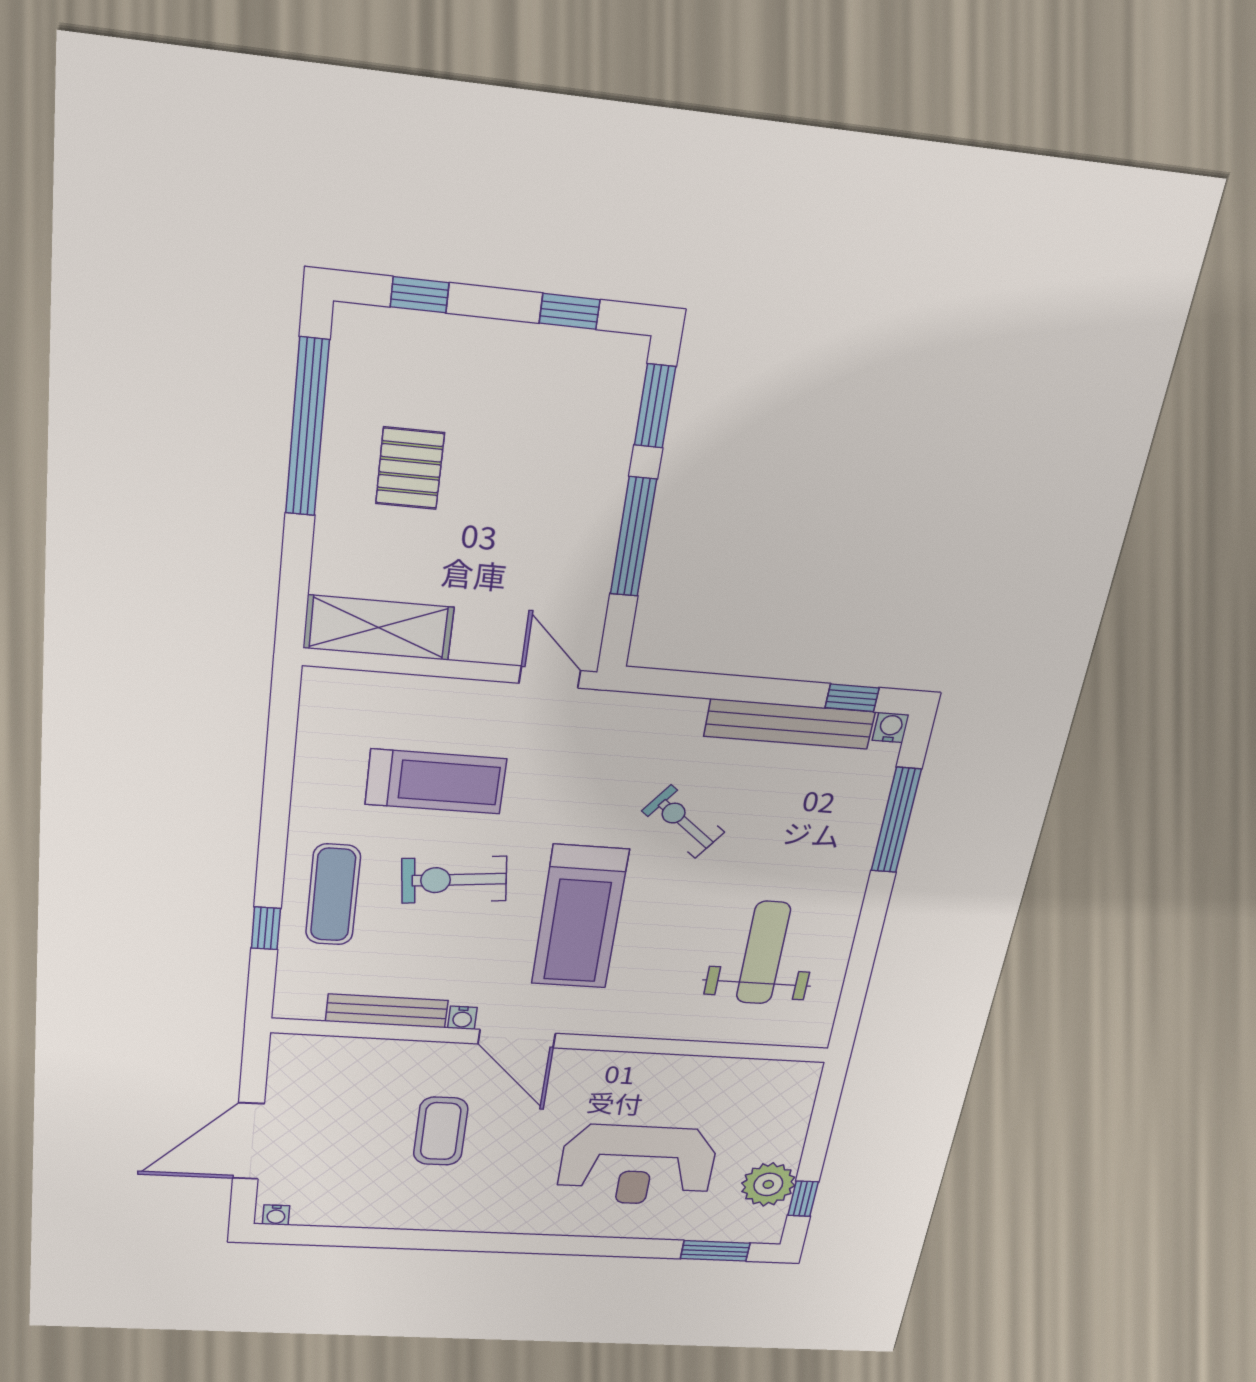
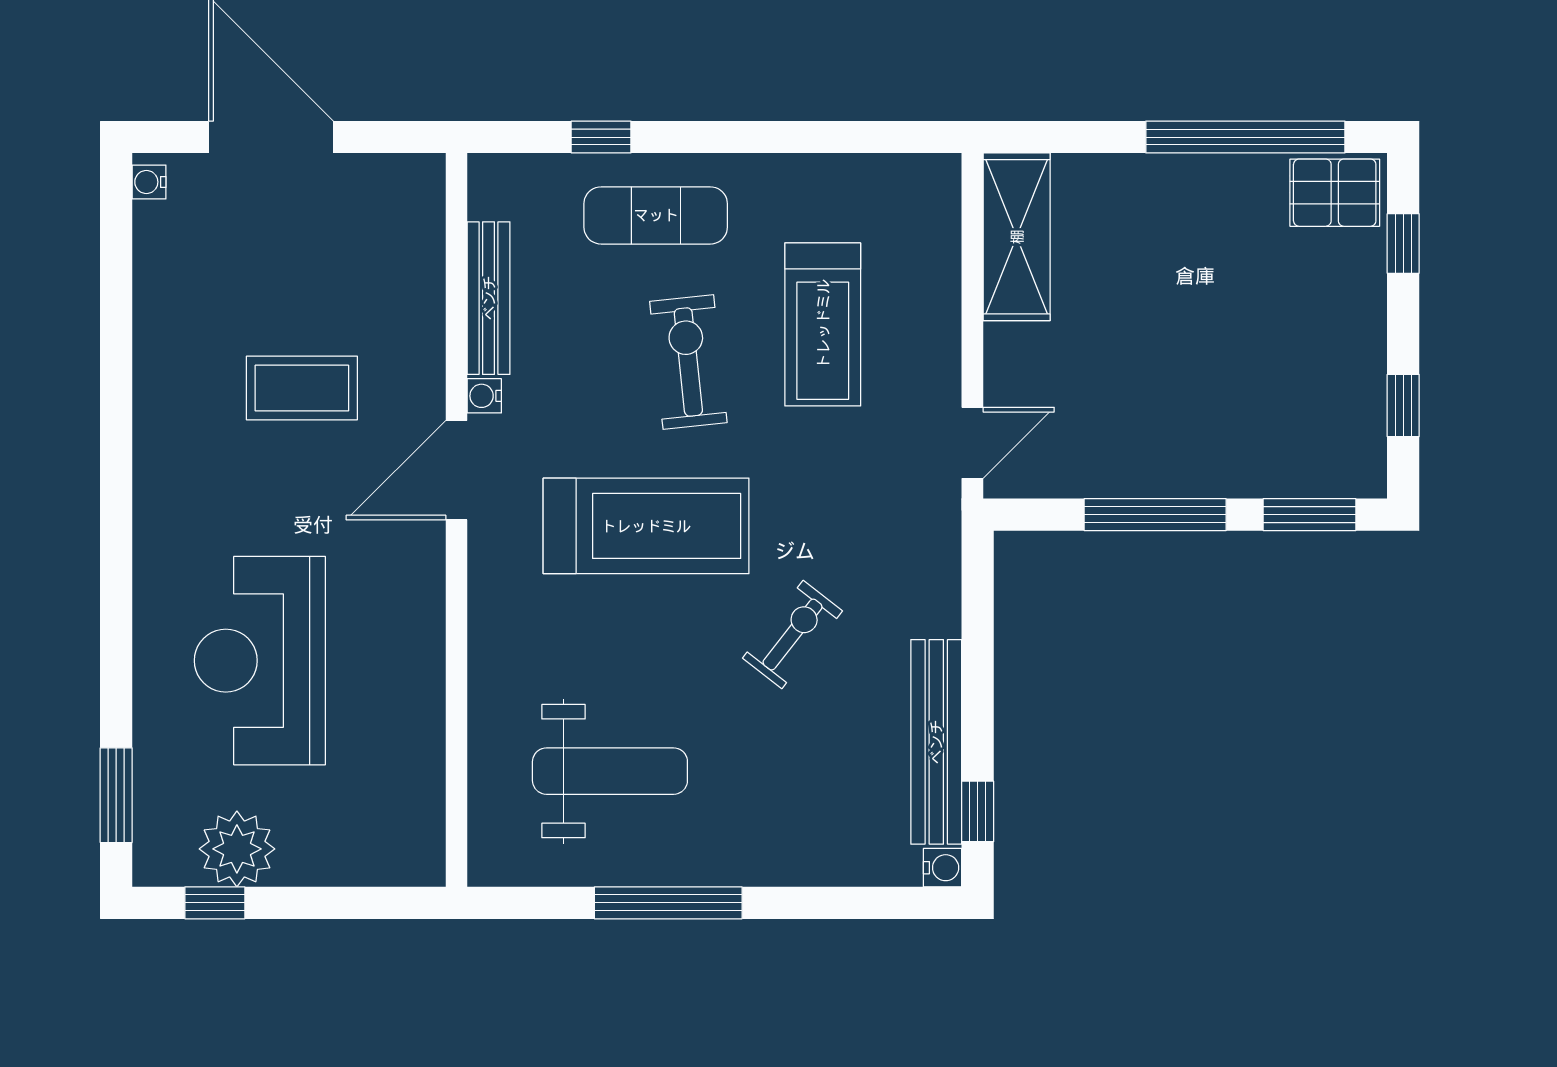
pallet: (410, 468) -> (1335, 193), moved
window: (896, 820) -> (668, 903), moved
treadmill: (580, 917) -> (646, 526), turned 180

